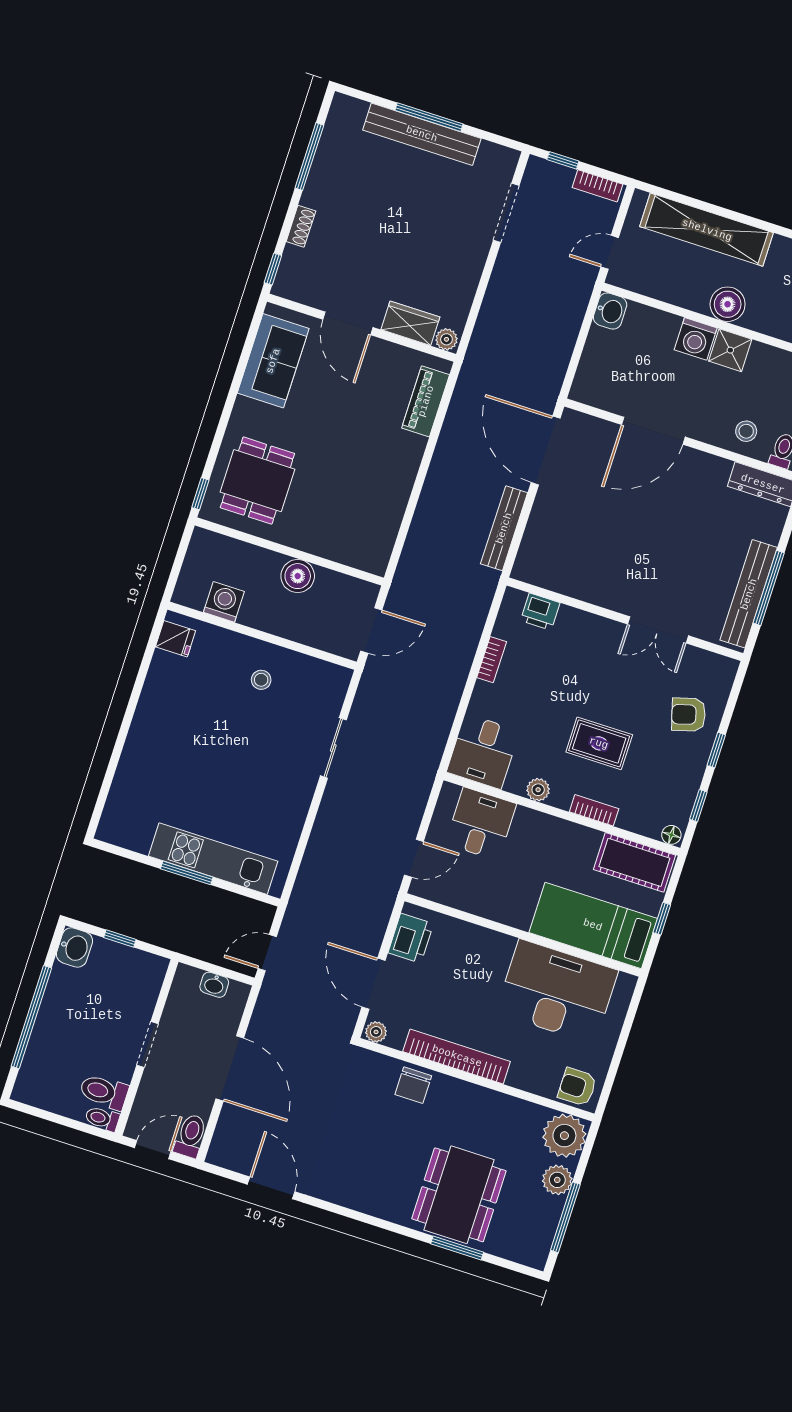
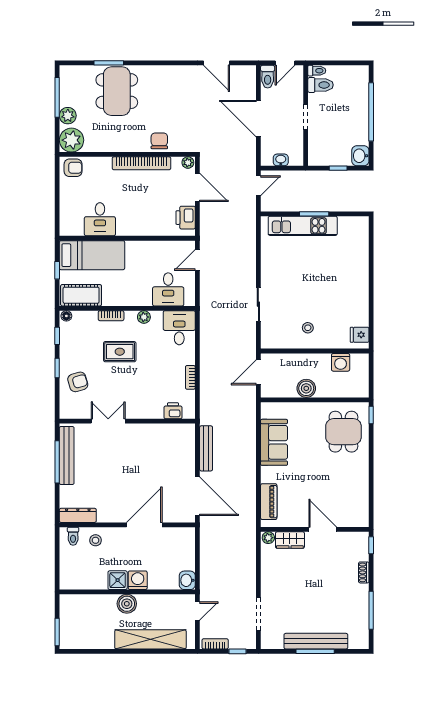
sofa: (273, 361) -> (274, 442), moved, turned 180
desk: (557, 992) -> (100, 219), width x0.53, depth x0.77

